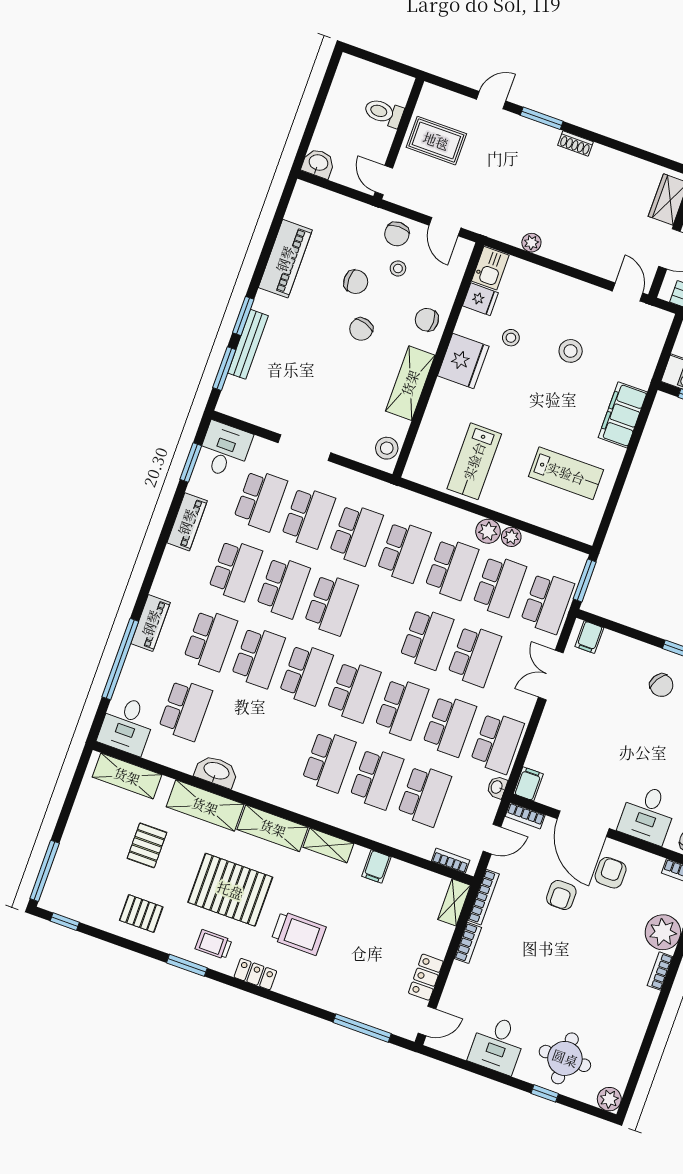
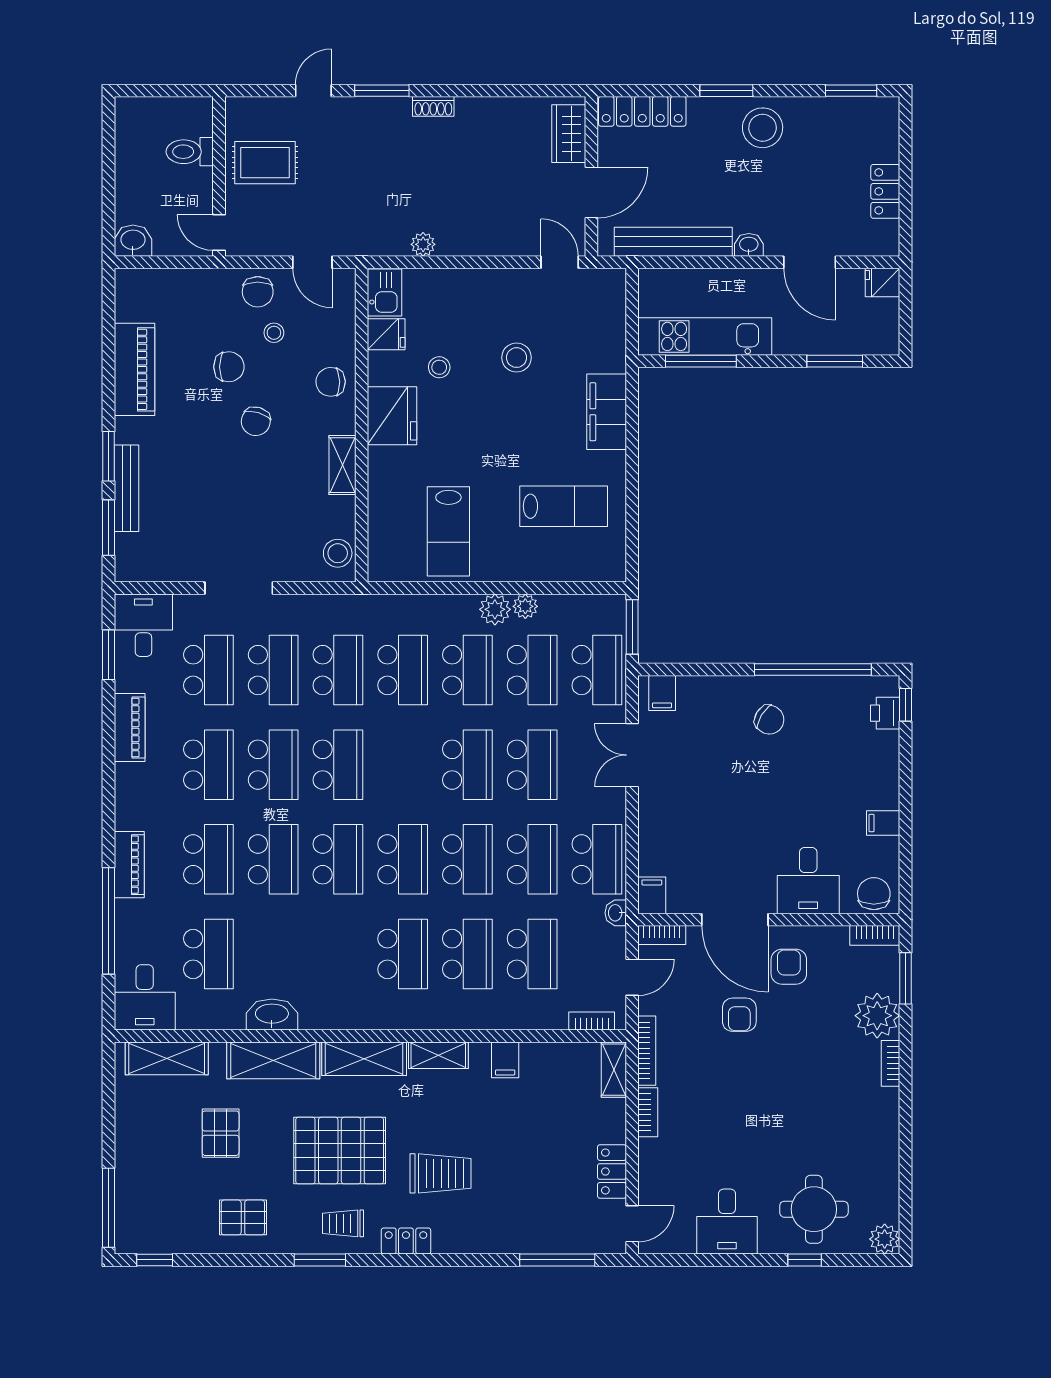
shelving: (410, 383) -> (342, 465), width x0.67, depth x0.75

